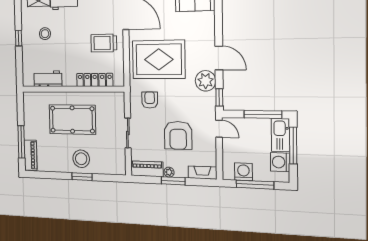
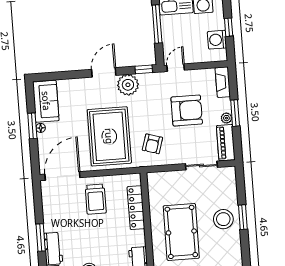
armchair: (150, 100) -> (152, 144), turned -73
sliding door: (128, 133) -> (201, 165), moved
window: (255, 185) -> (229, 27), width x0.46

